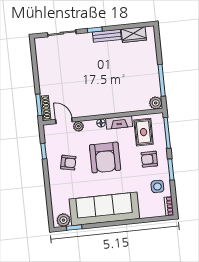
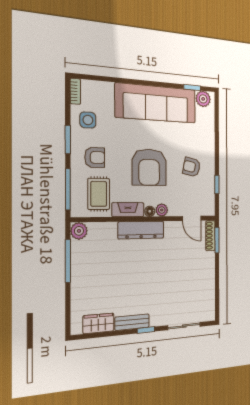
dresser: (107, 108) -> (141, 230), added
plant: (78, 126) -> (162, 210), moved
armchair: (105, 157) -> (149, 167), turned 180

